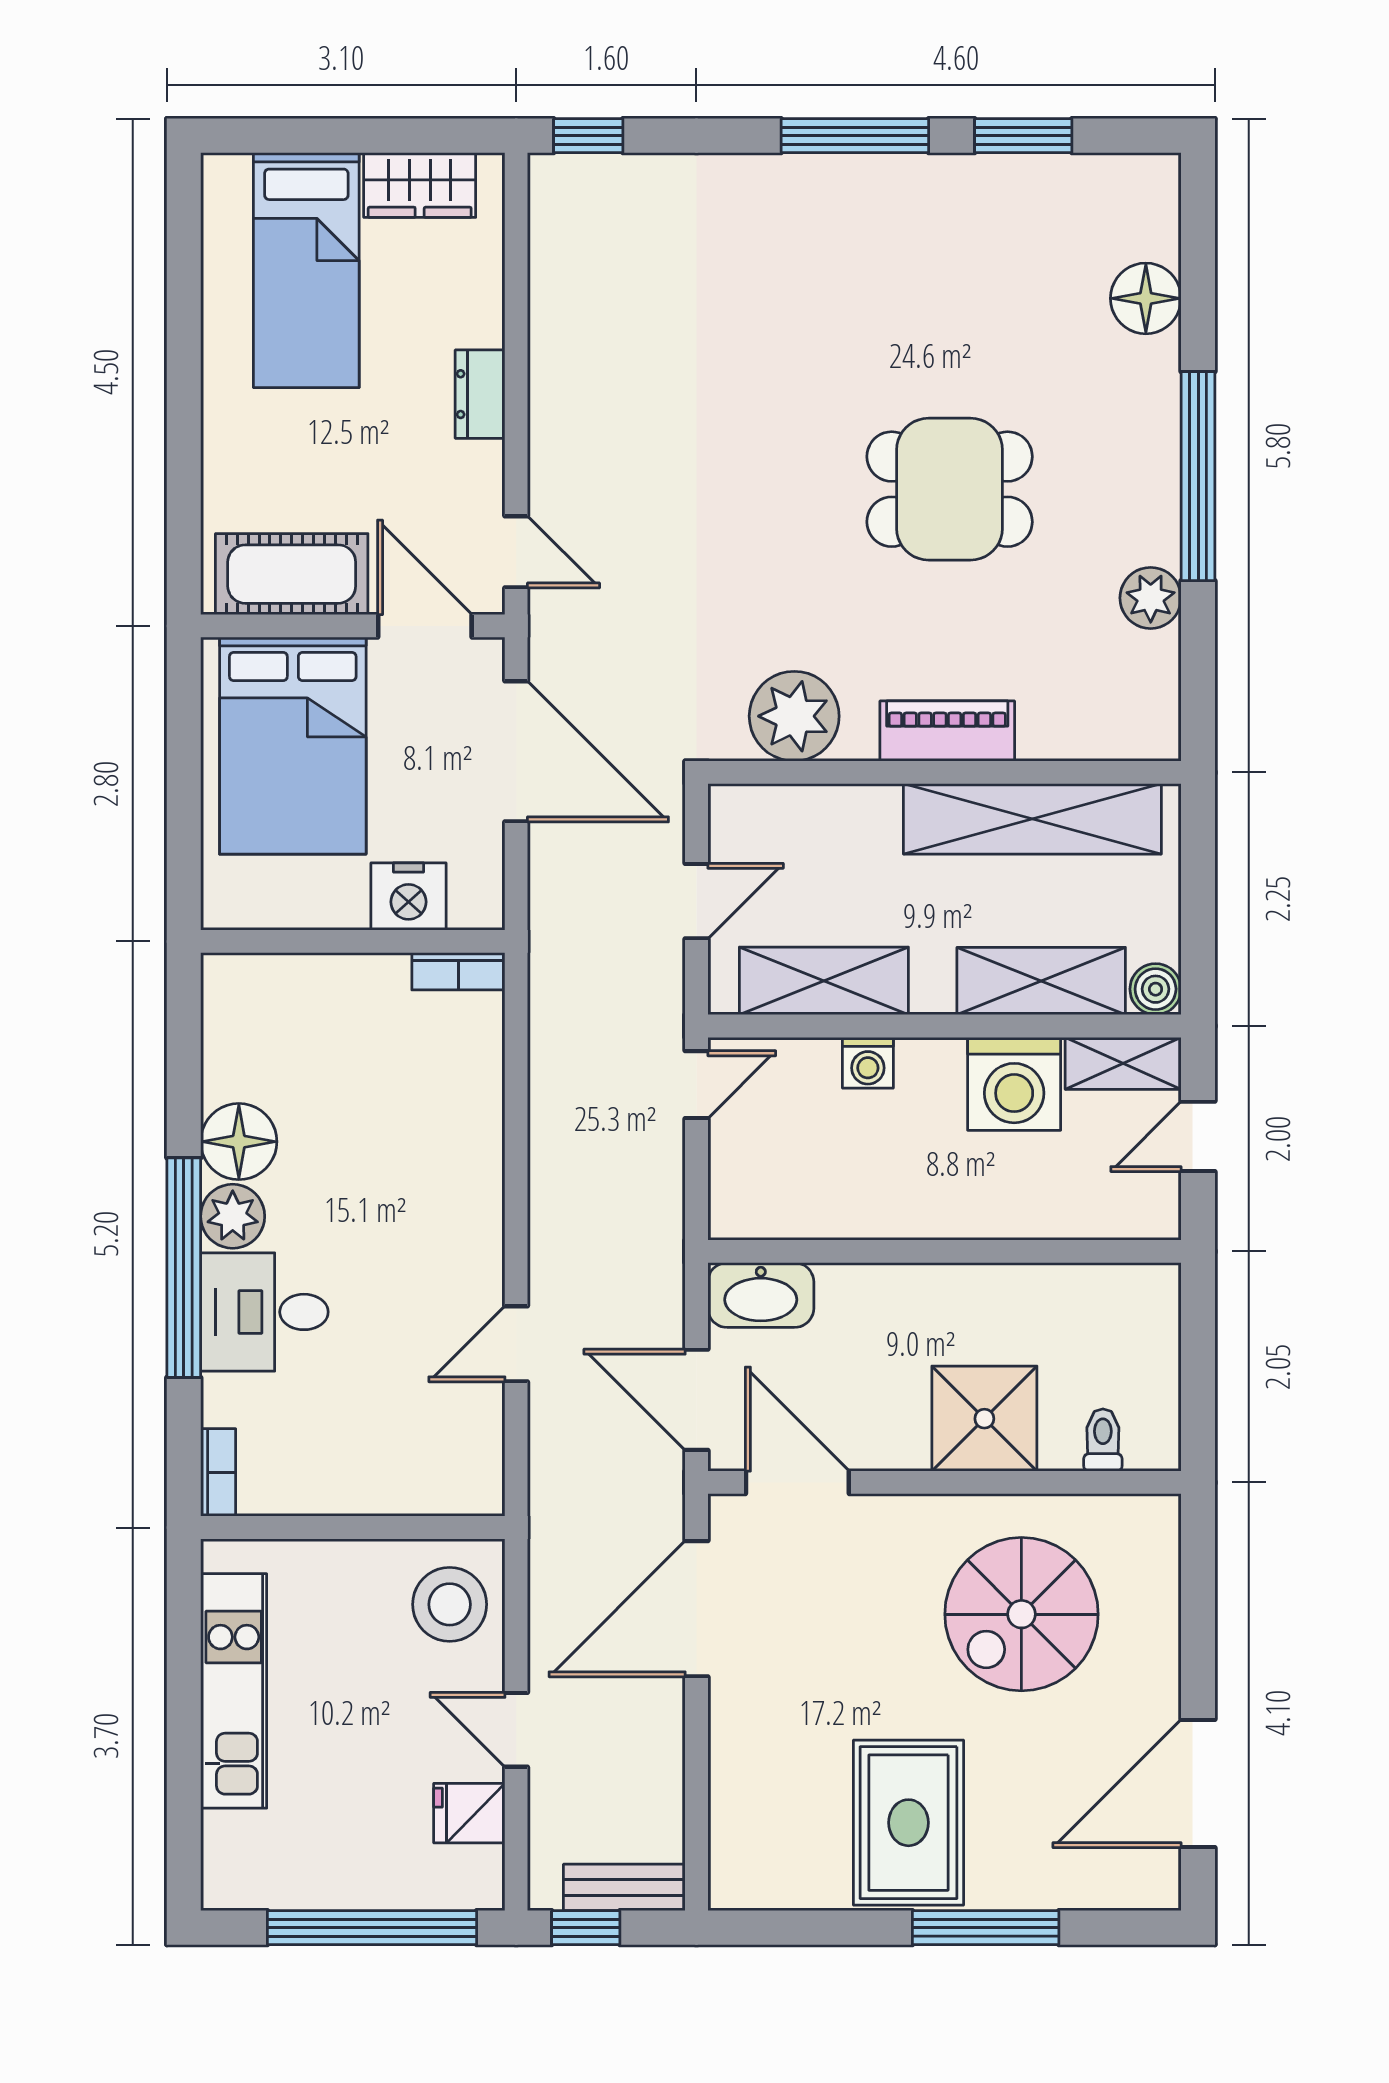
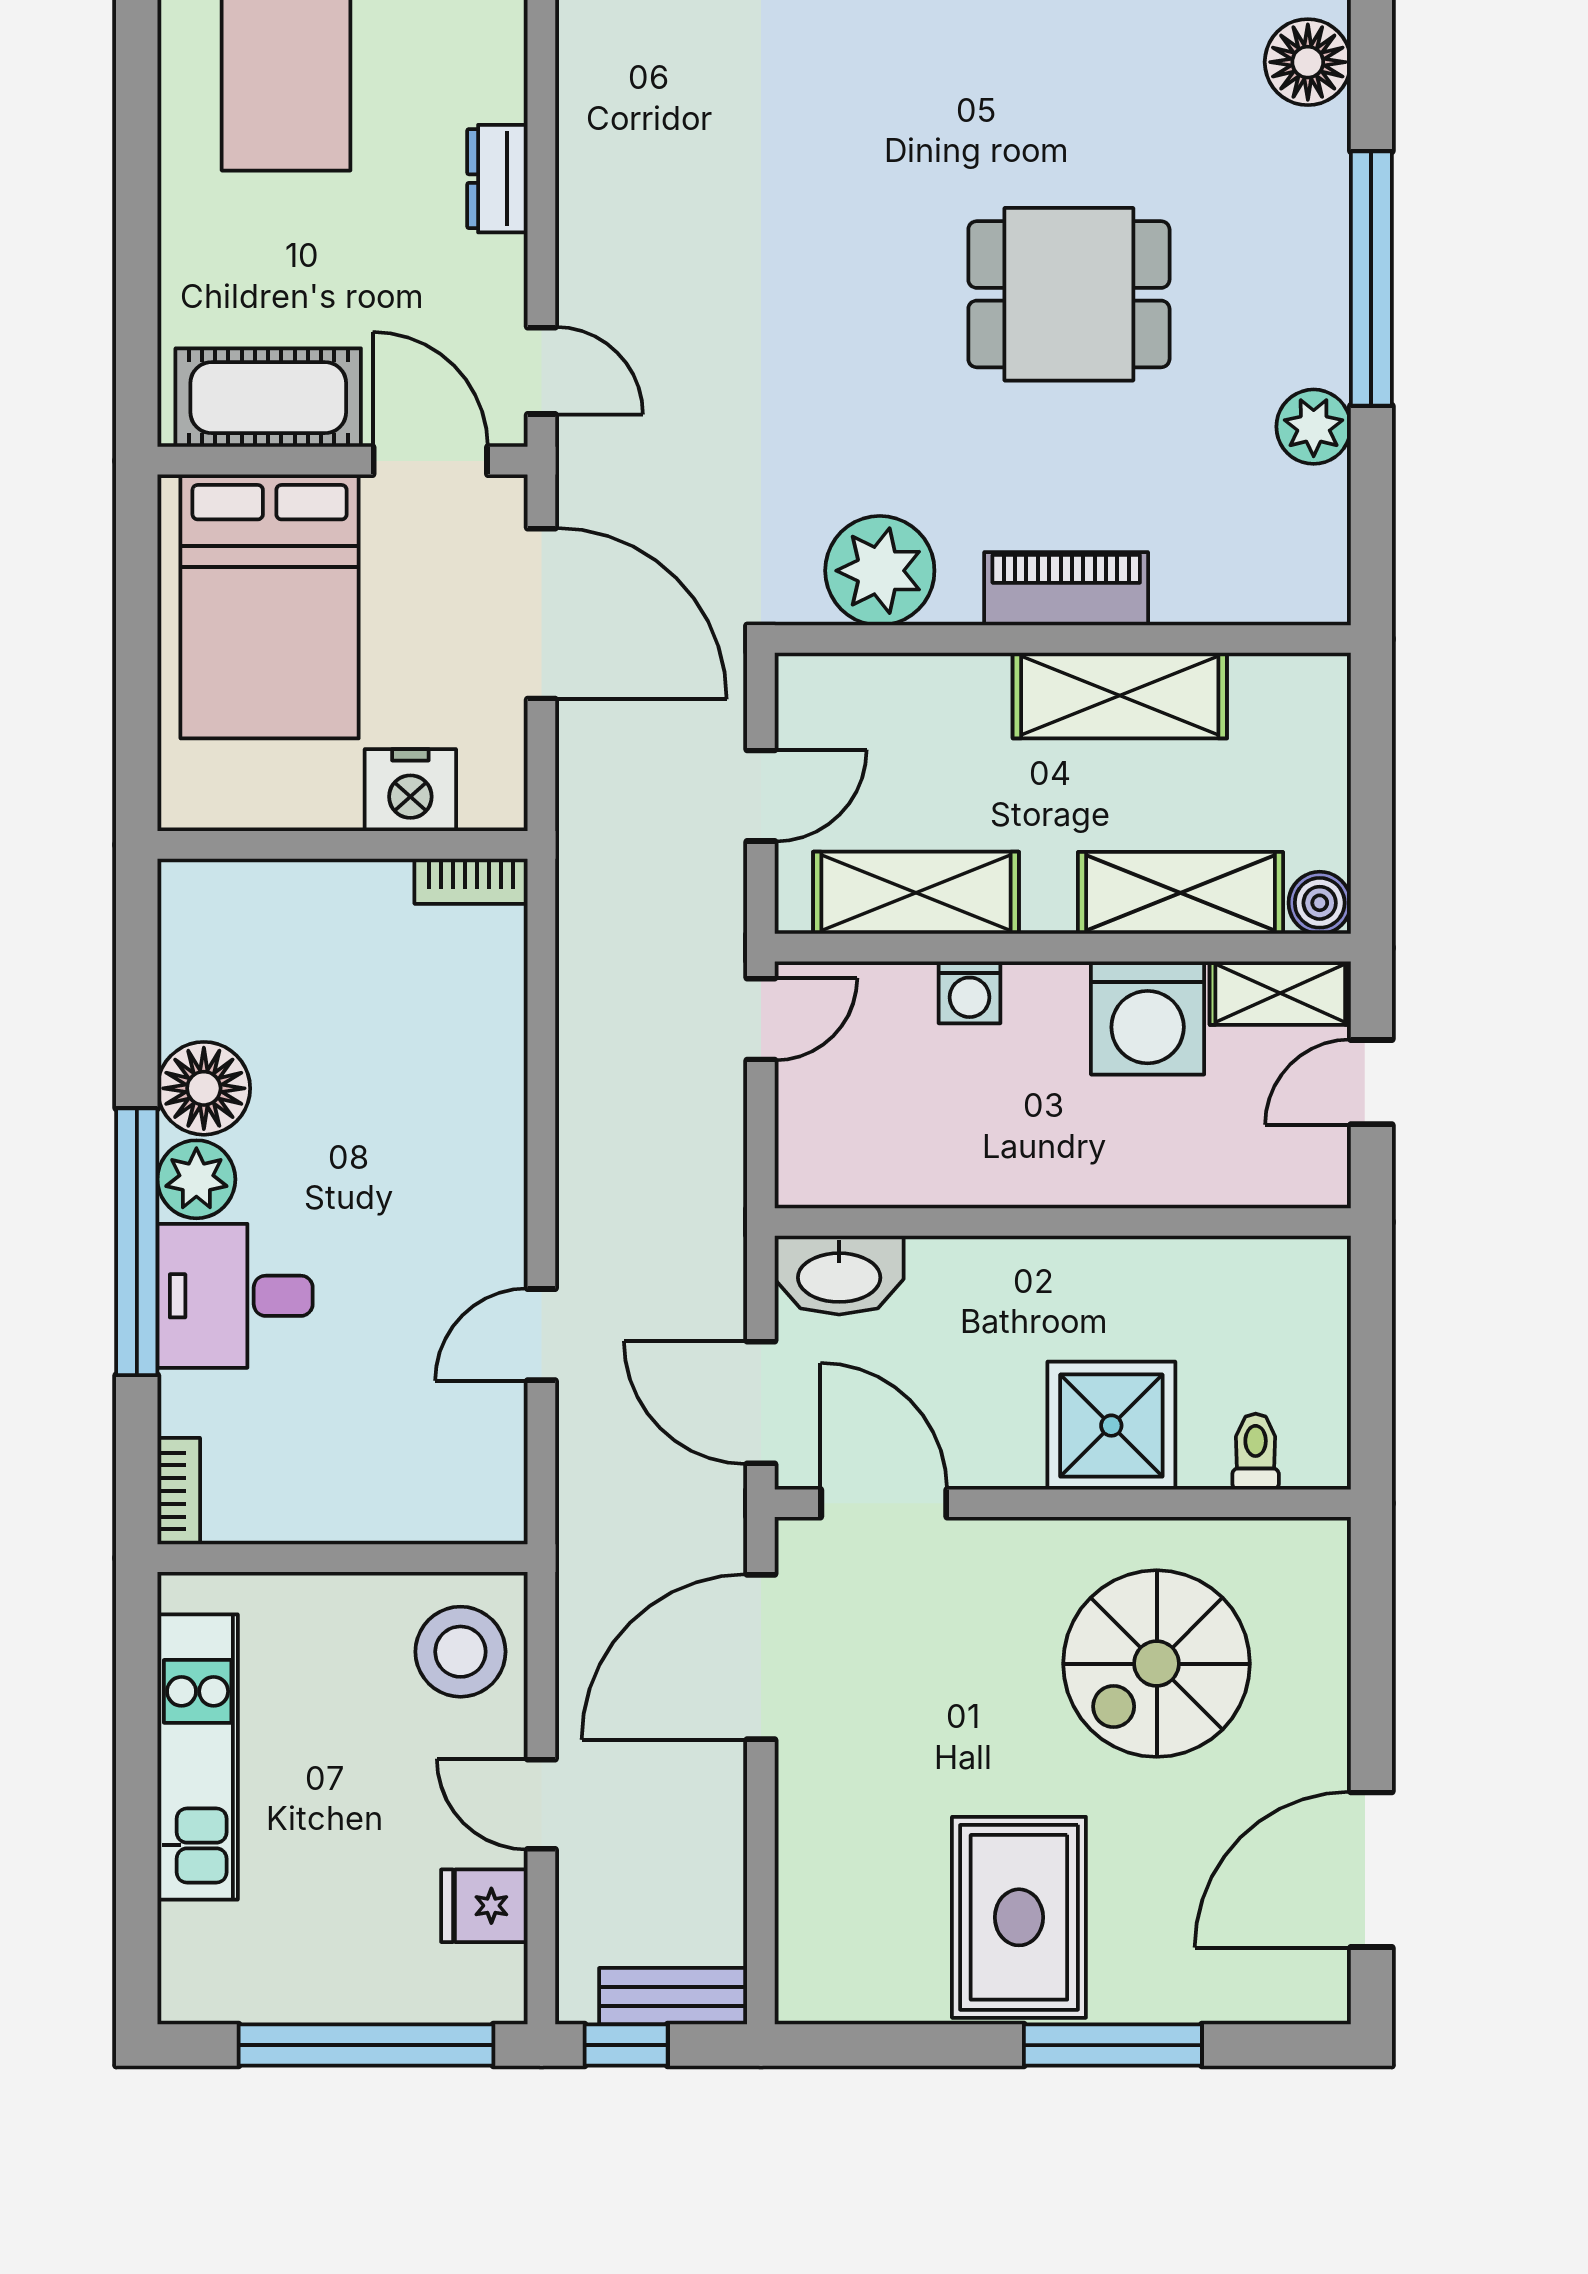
shelving: (1032, 819) -> (1120, 696), width x0.68

